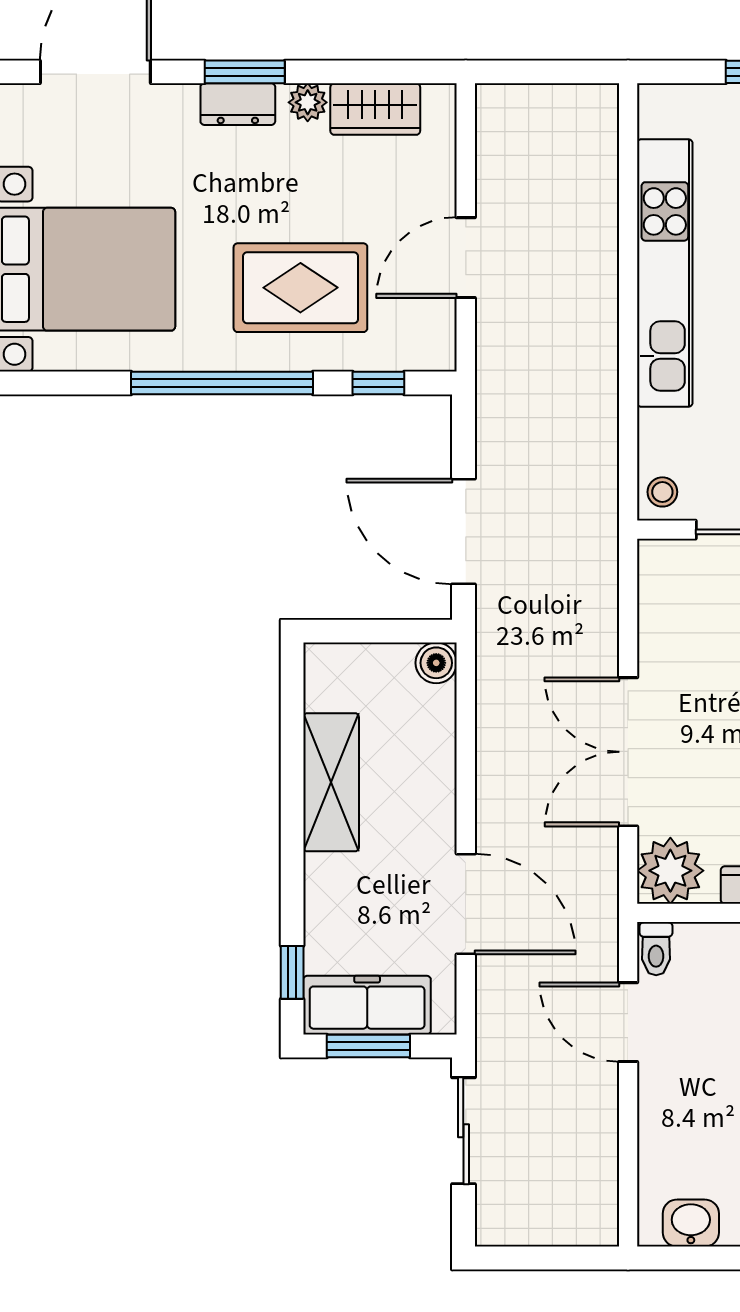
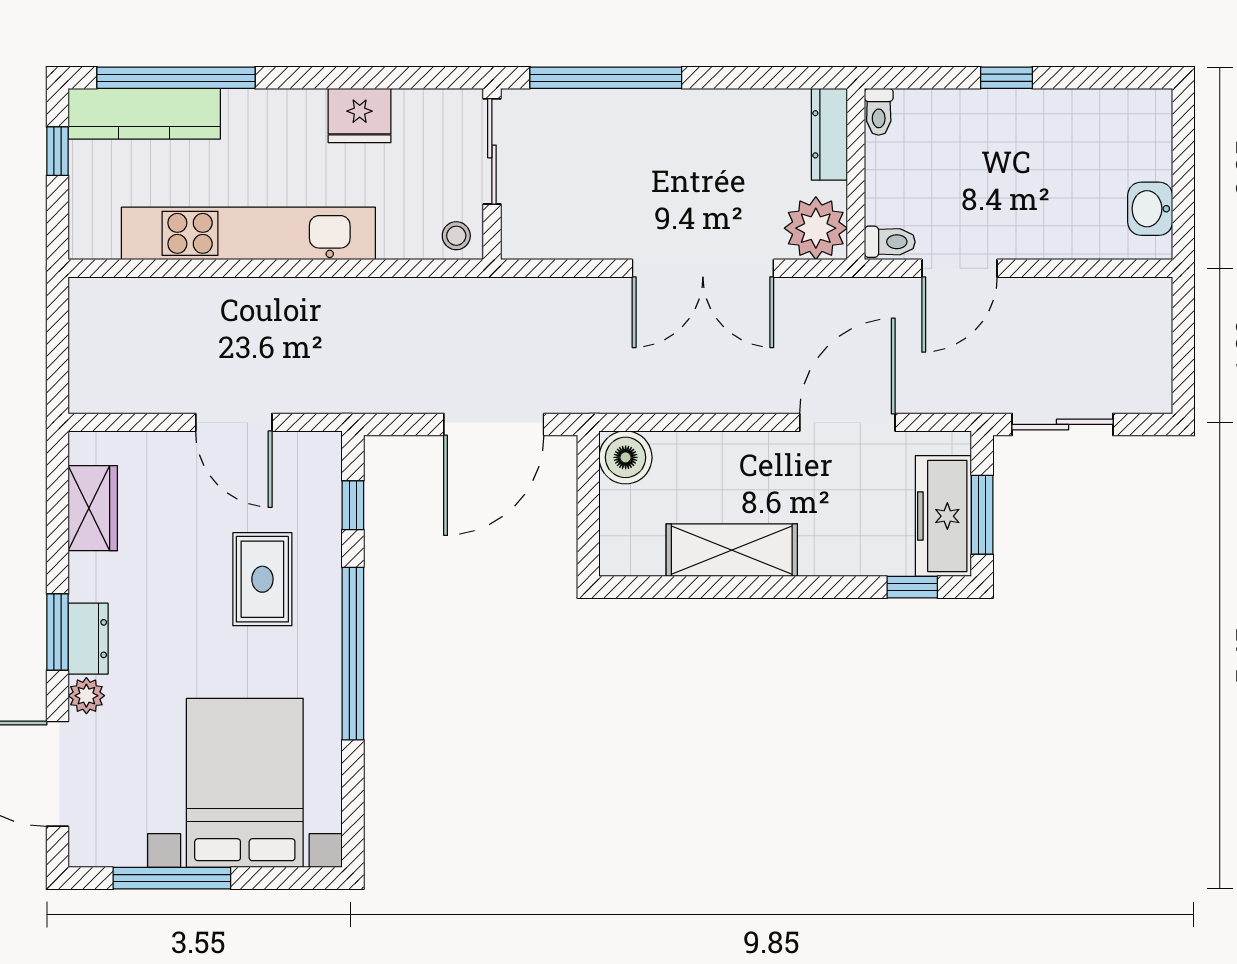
plant: (308, 102) -> (86, 696), moved
rug: (300, 288) -> (262, 579), width x0.73, depth x0.70
boiler: (436, 663) -> (626, 457), width x1.36, depth x1.36

